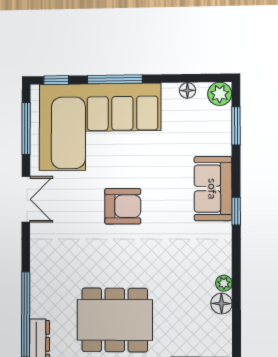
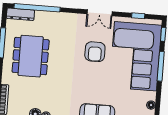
window: (26, 129) -> (138, 16), width x0.46
armchair: (123, 206) -> (95, 52), moved

